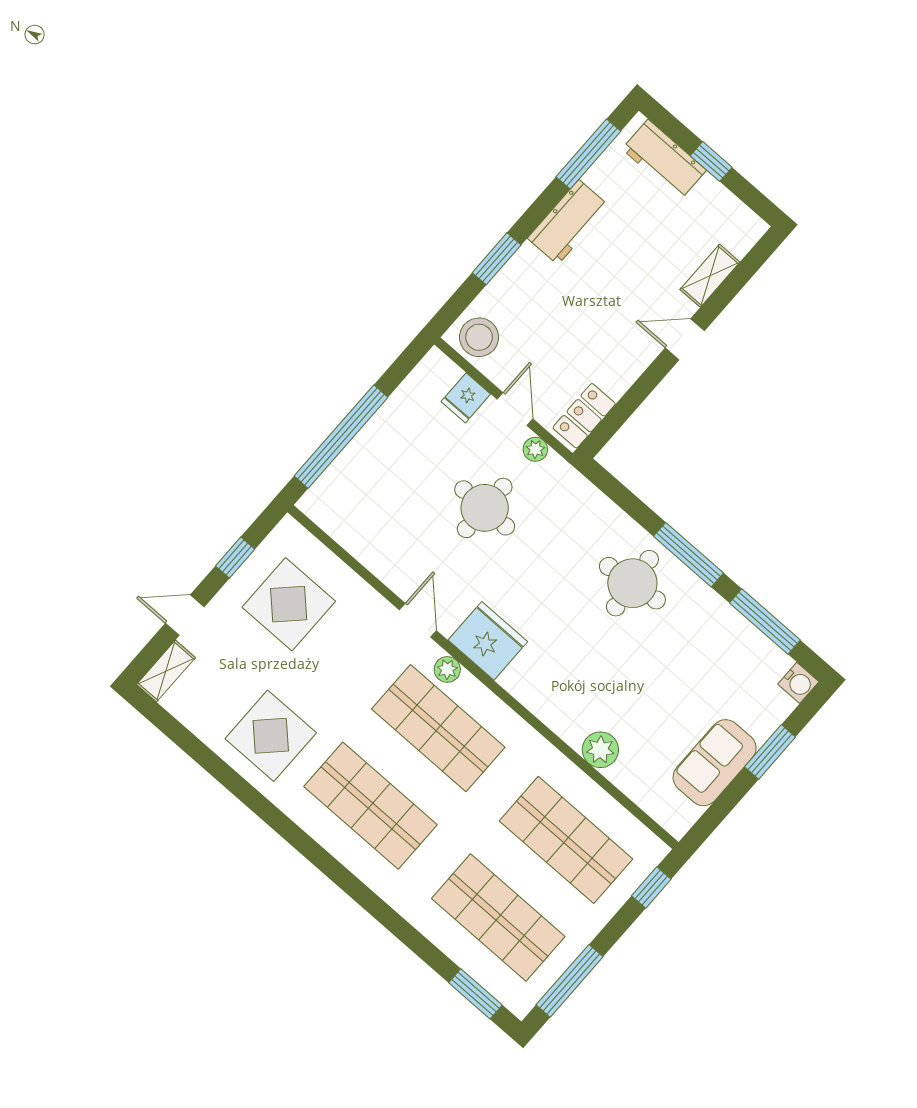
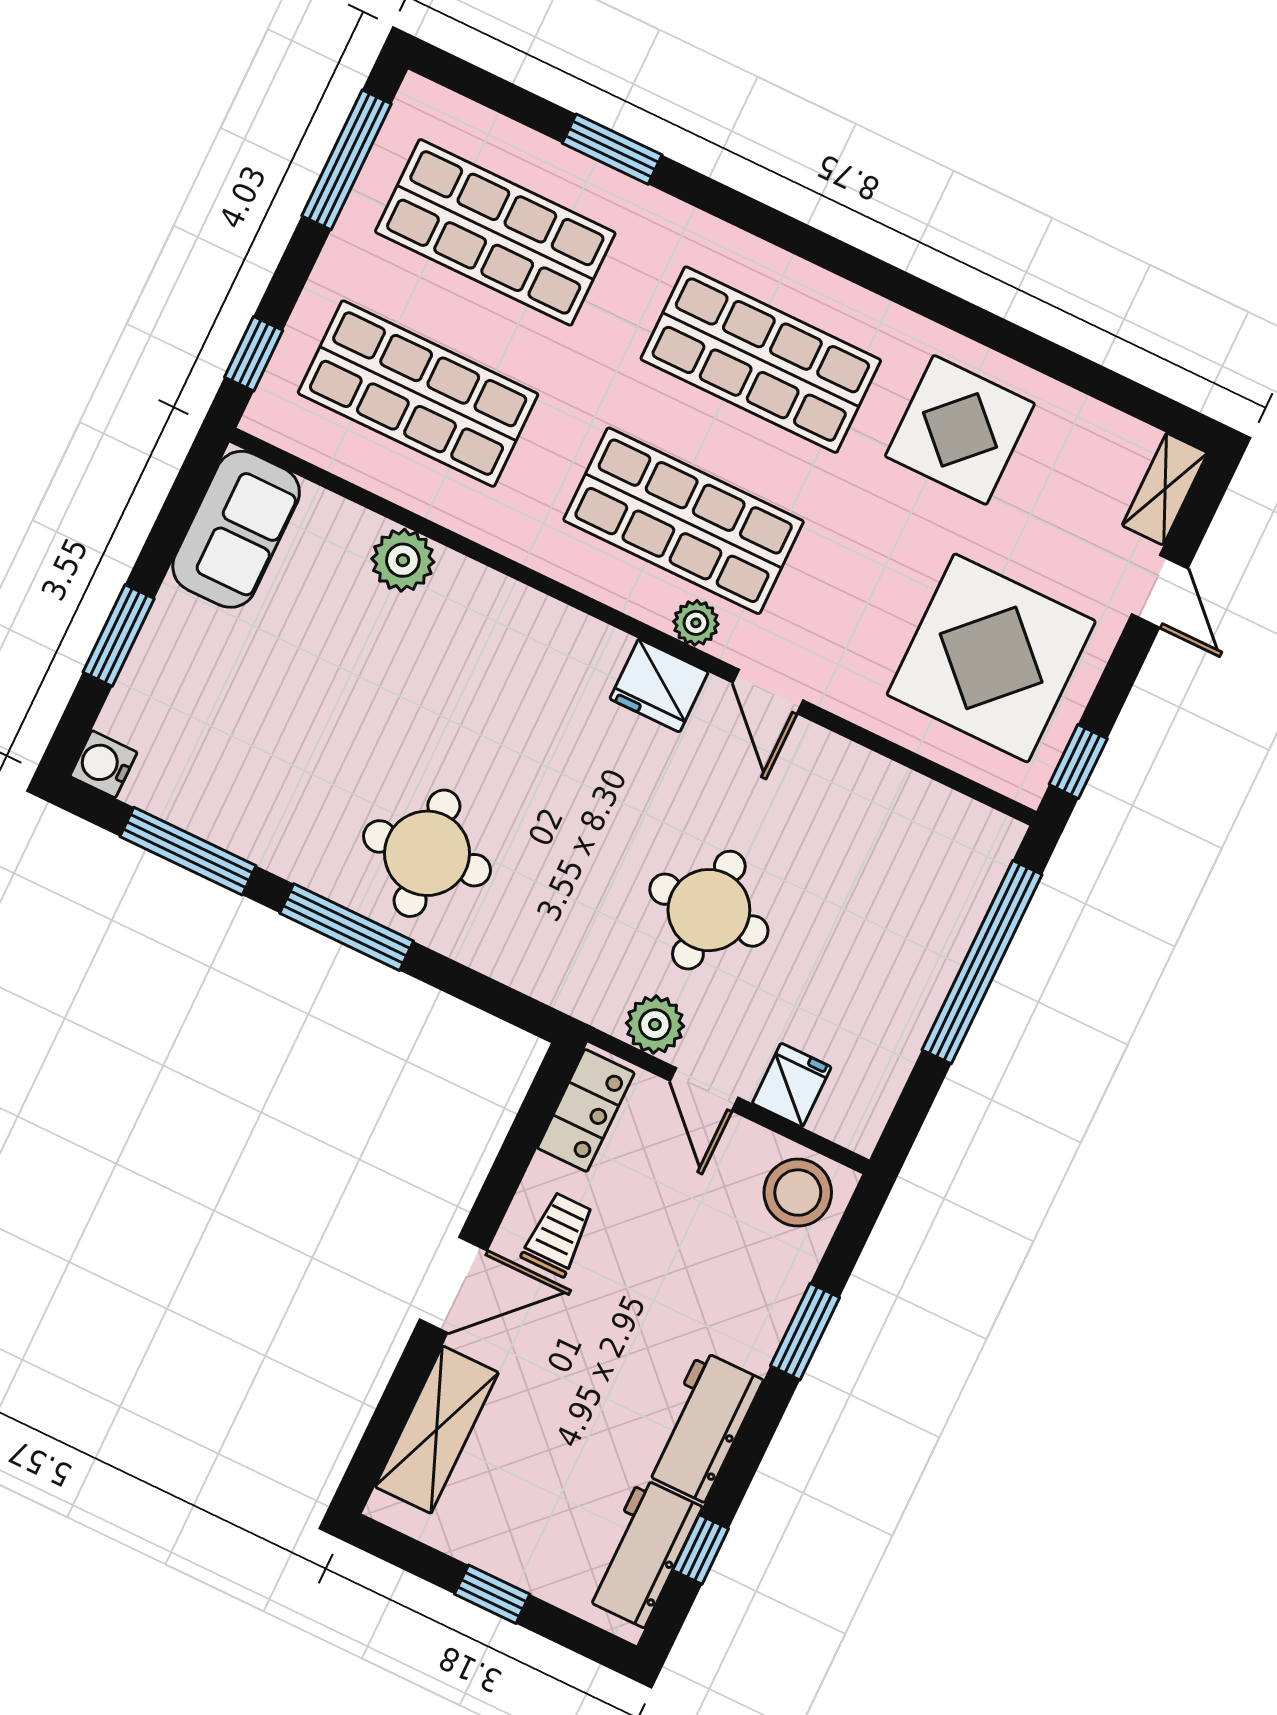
window: (588, 154) -> (701, 1549), width x0.46
workbench: (664, 160) -> (642, 1553), moved, turned -90
shelving: (710, 276) -> (437, 1430), width x1.50, depth x1.33
door: (685, 339) -> (453, 1285), width x1.37
trolley: (619, 351) -> (558, 1234), added
plant: (535, 449) -> (655, 1025), width x1.38, depth x1.38
window: (235, 558) -> (1078, 761), moved
display table: (289, 604) -> (991, 658), width x1.36, depth x1.36
door: (185, 615) -> (1160, 591), hinge flipped
fridge: (488, 641) -> (659, 685), width x0.73, depth x0.75
sofa: (715, 763) -> (236, 529), moved
window: (475, 994) -> (612, 149), moved

